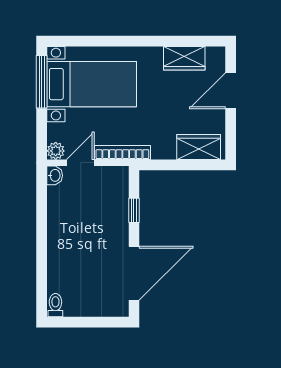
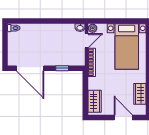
window: (42, 82) -> (128, 21), removed
door: (80, 163) -> (86, 41), hinge flipped

